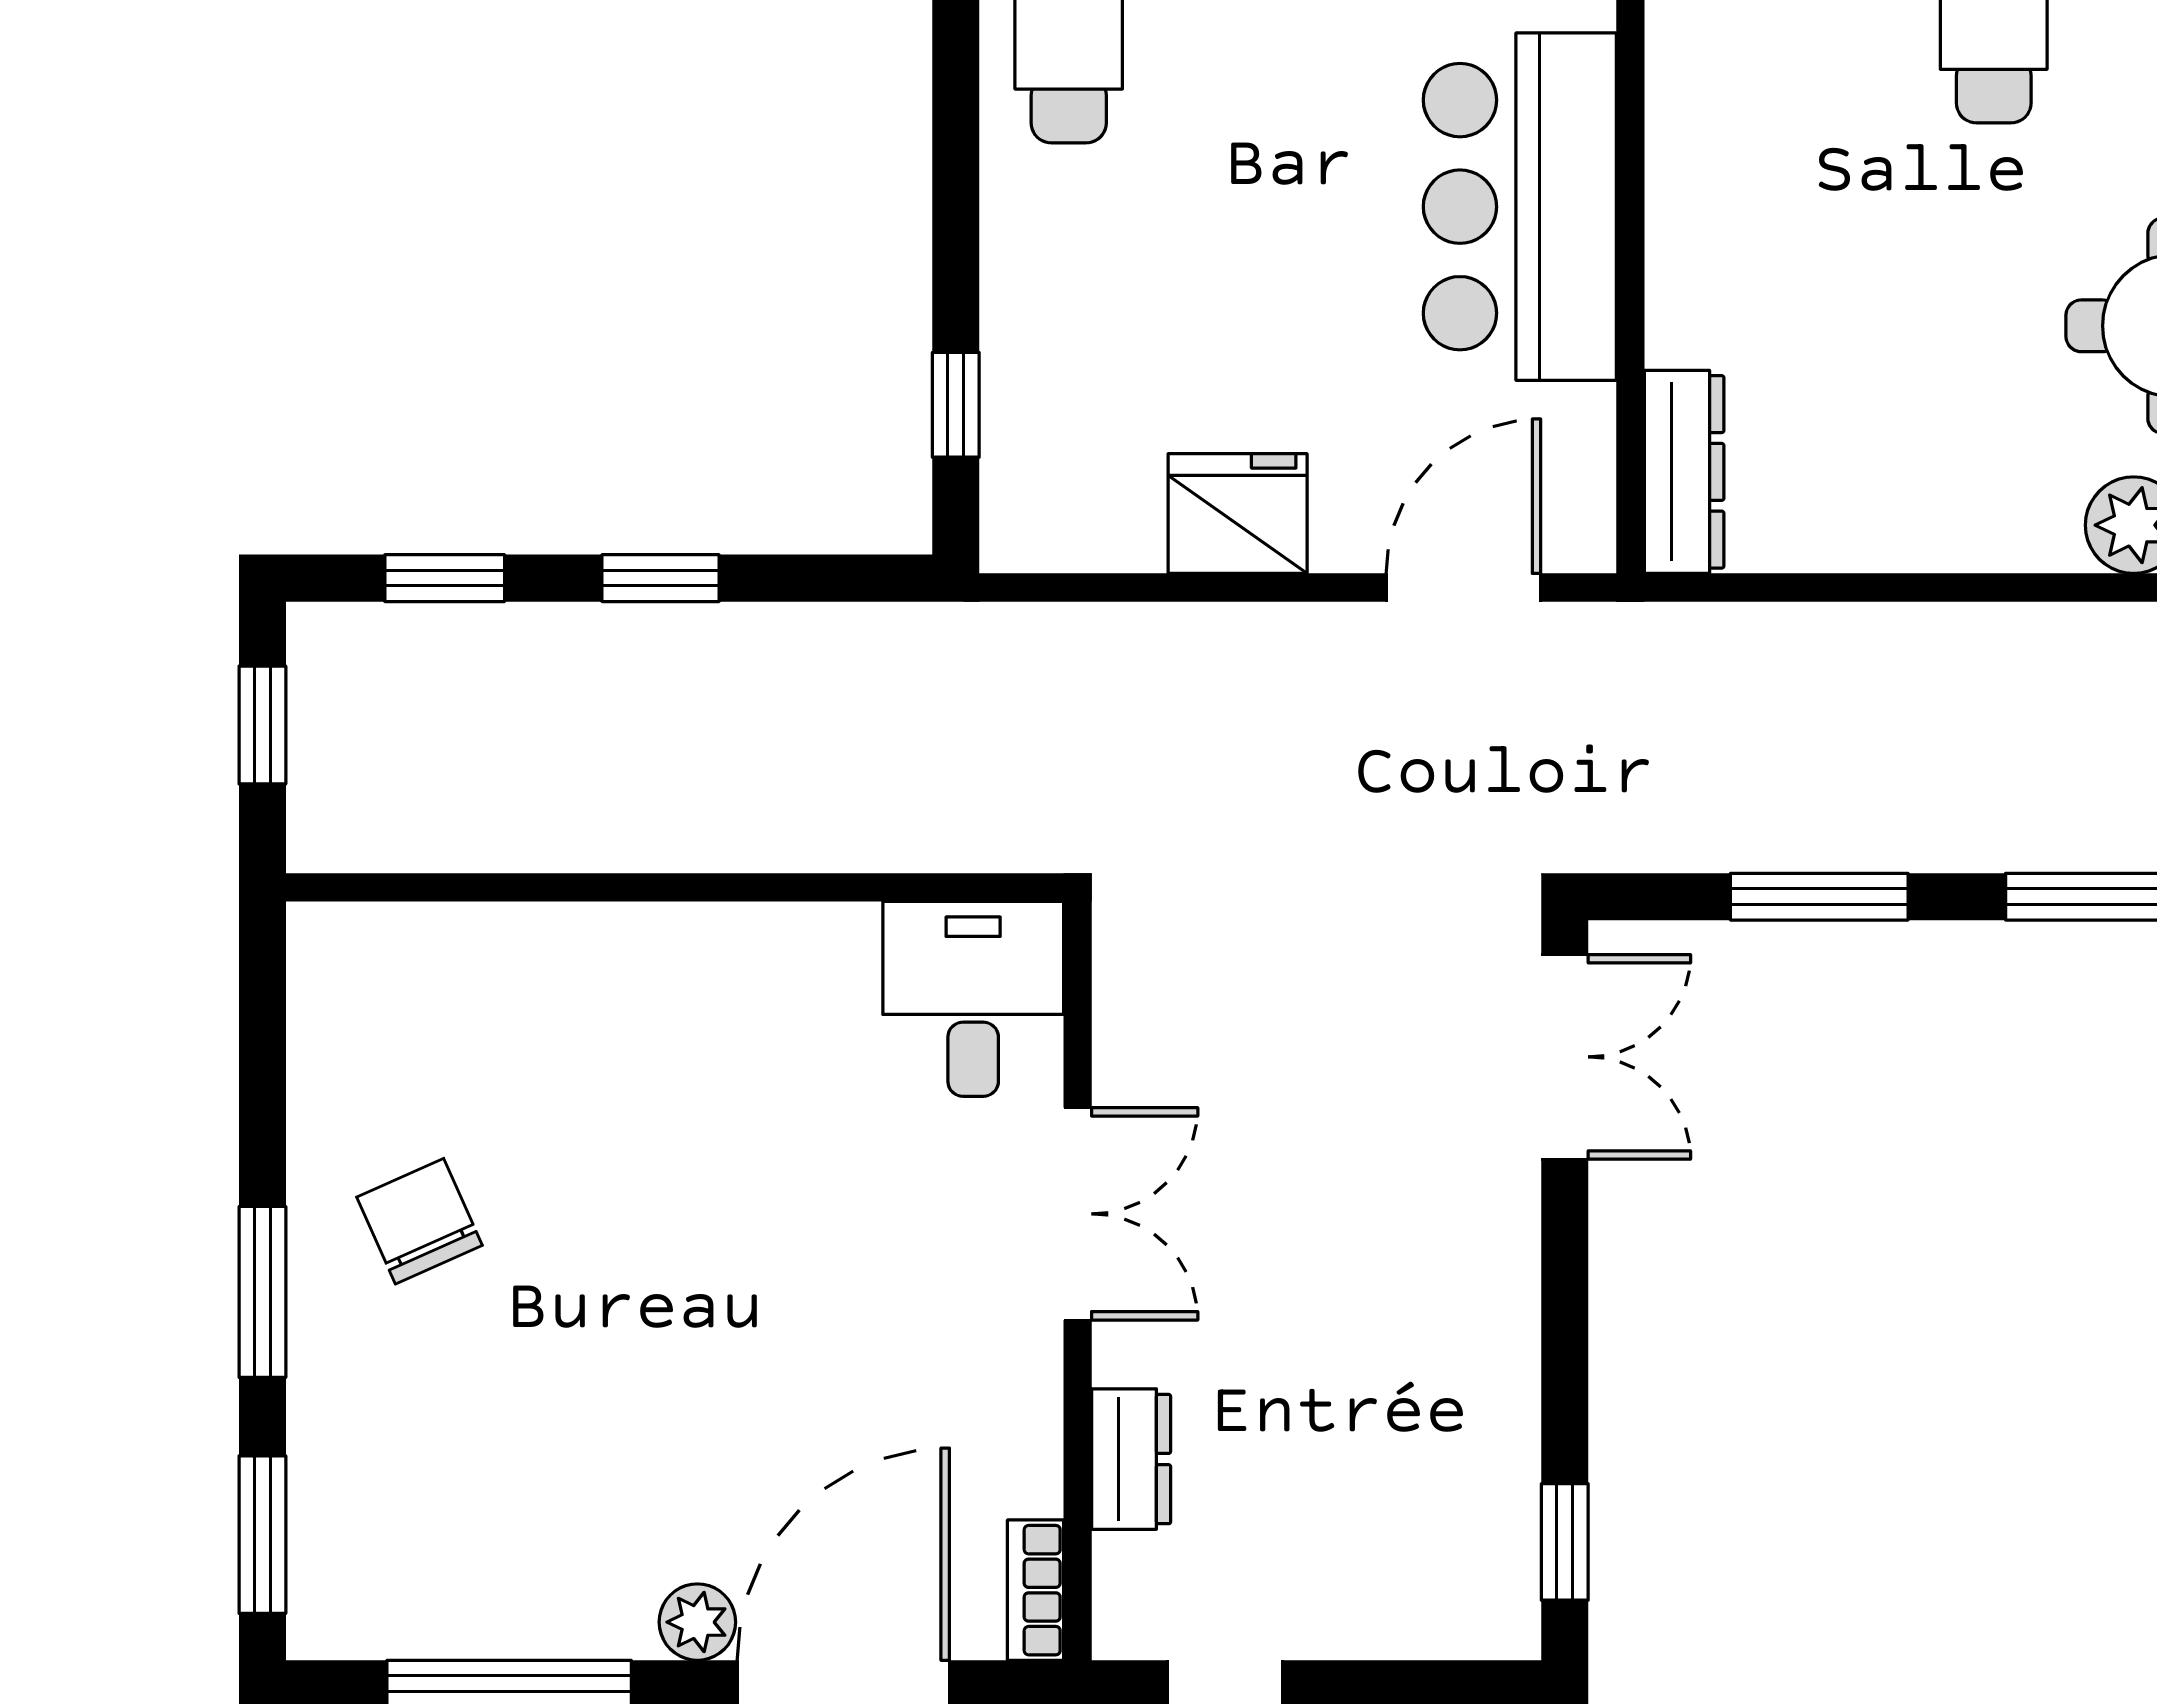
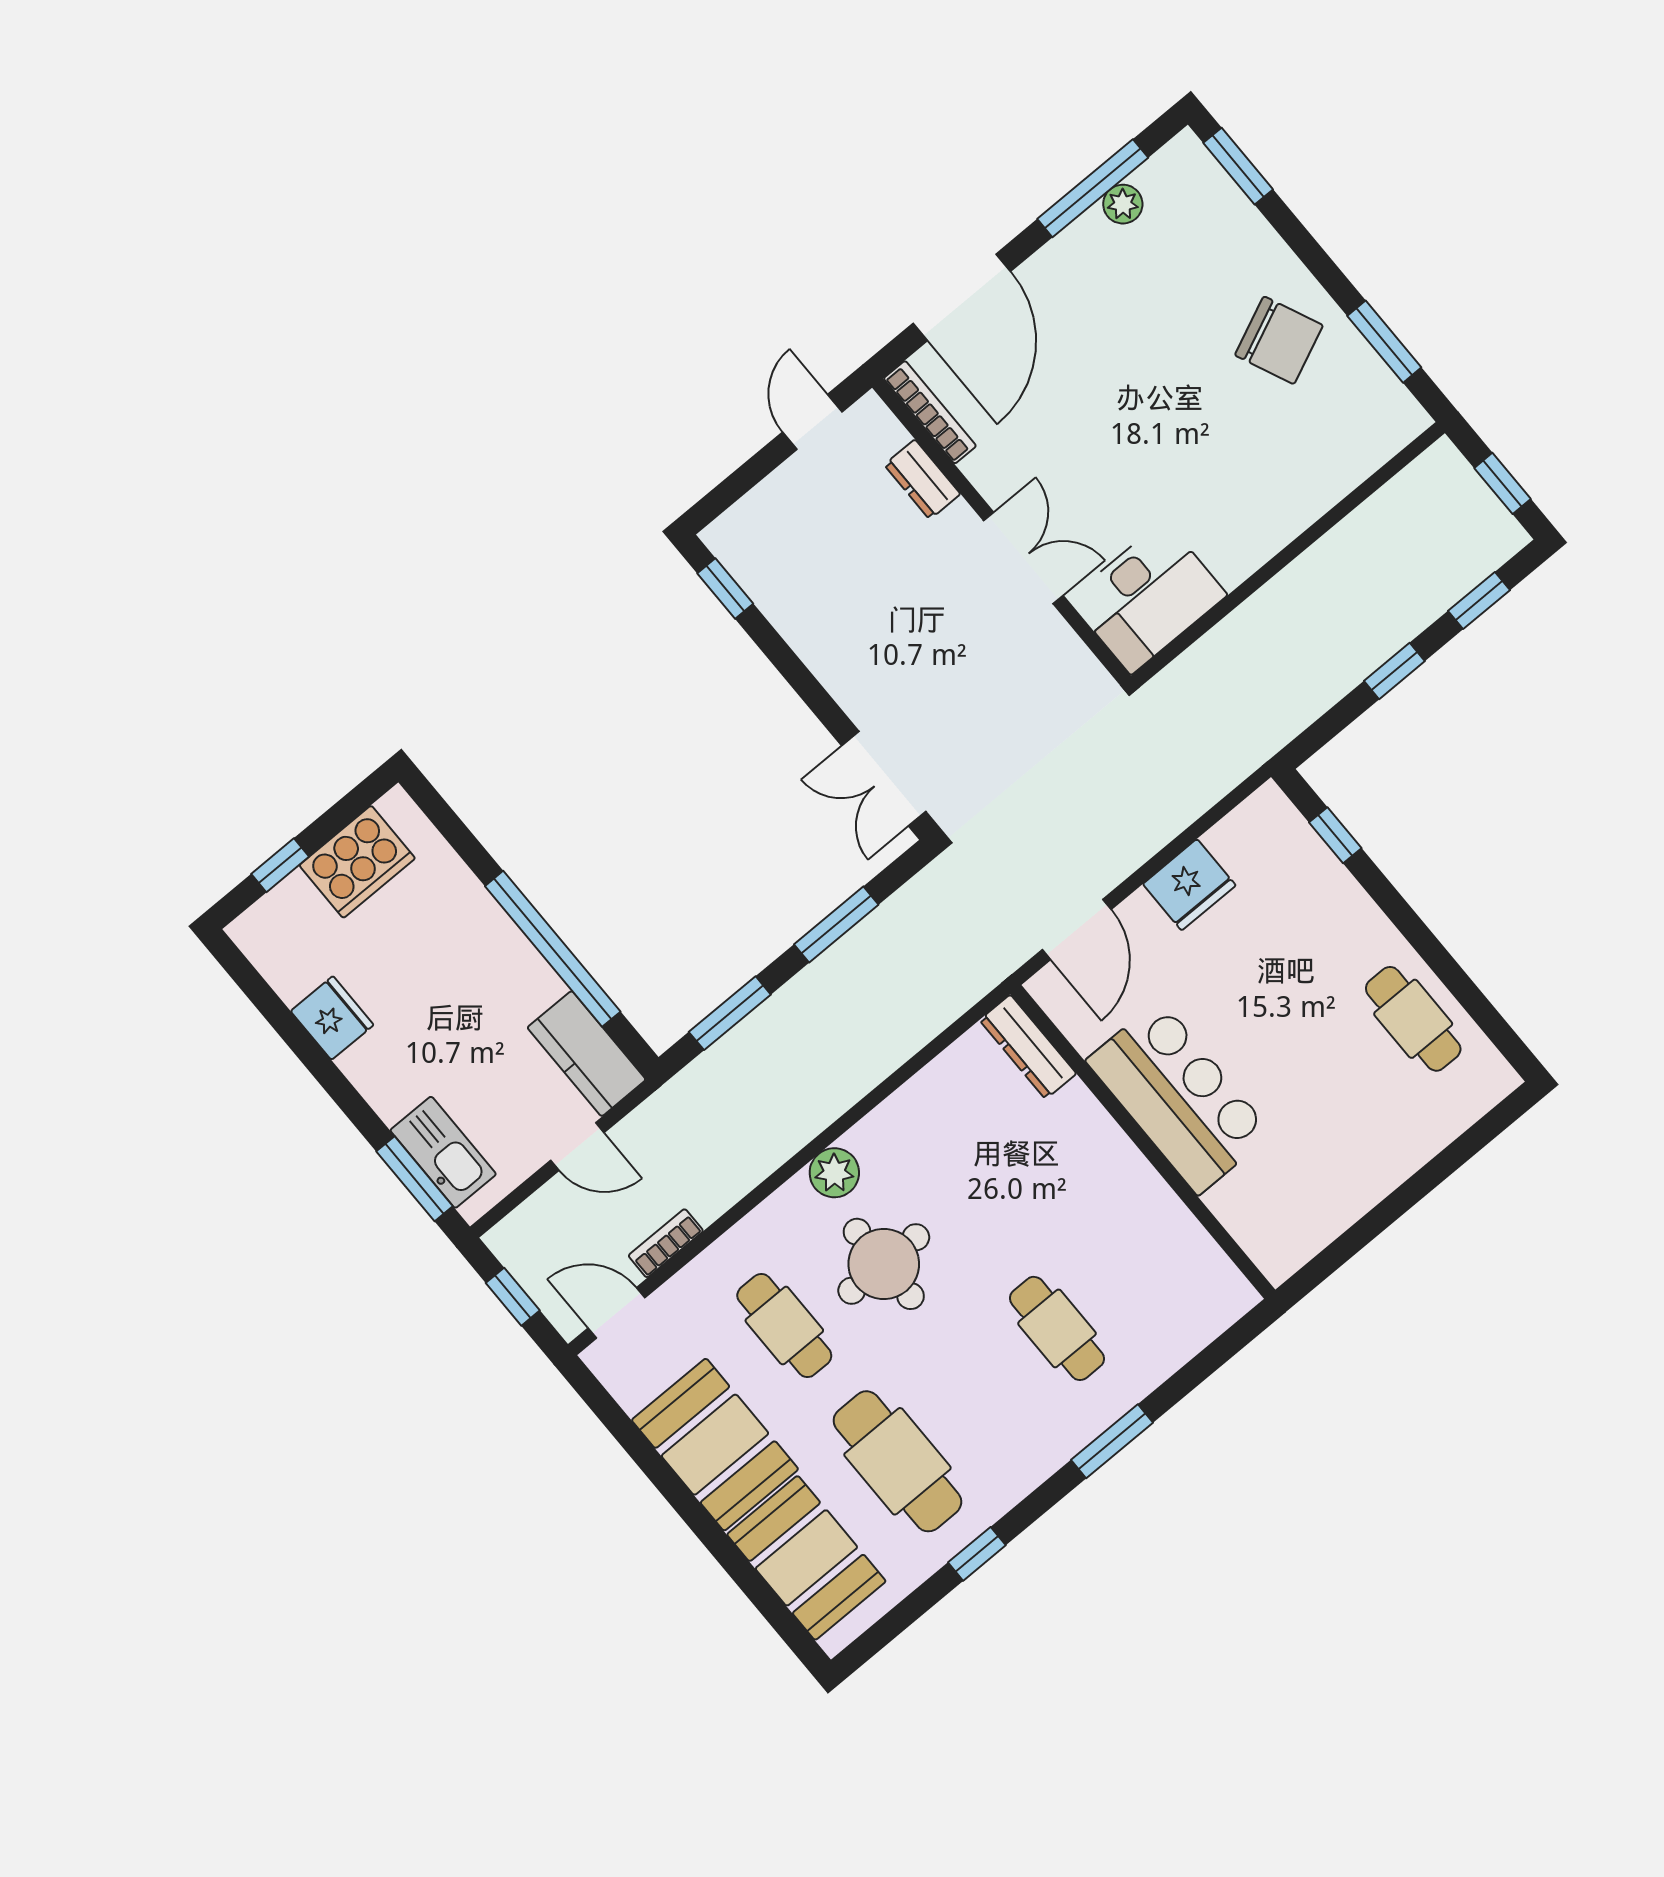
desk: (973, 999) -> (1148, 597), width x1.37
double door: (1078, 1214) -> (1023, 558), swing flipped
chair: (419, 1221) -> (1279, 340), width x1.37, depth x1.37
window: (262, 1292) -> (1384, 342), moved
bookcase: (1035, 1590) -> (930, 412), width x1.56
plant: (697, 1622) -> (1123, 204), moved

